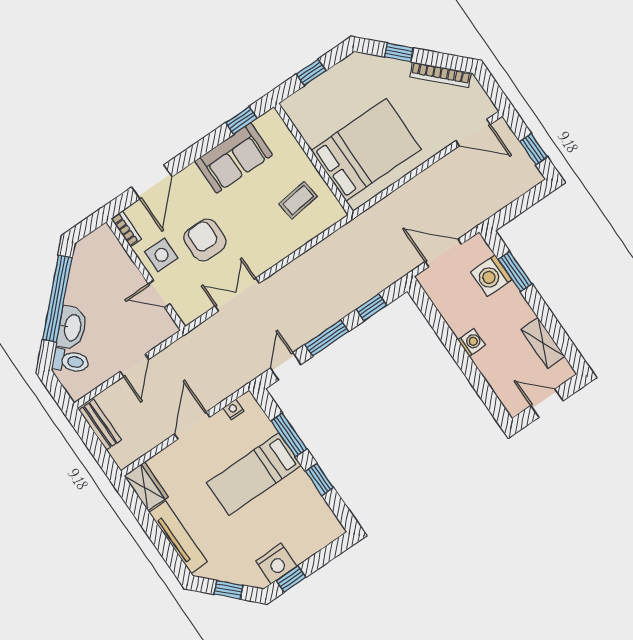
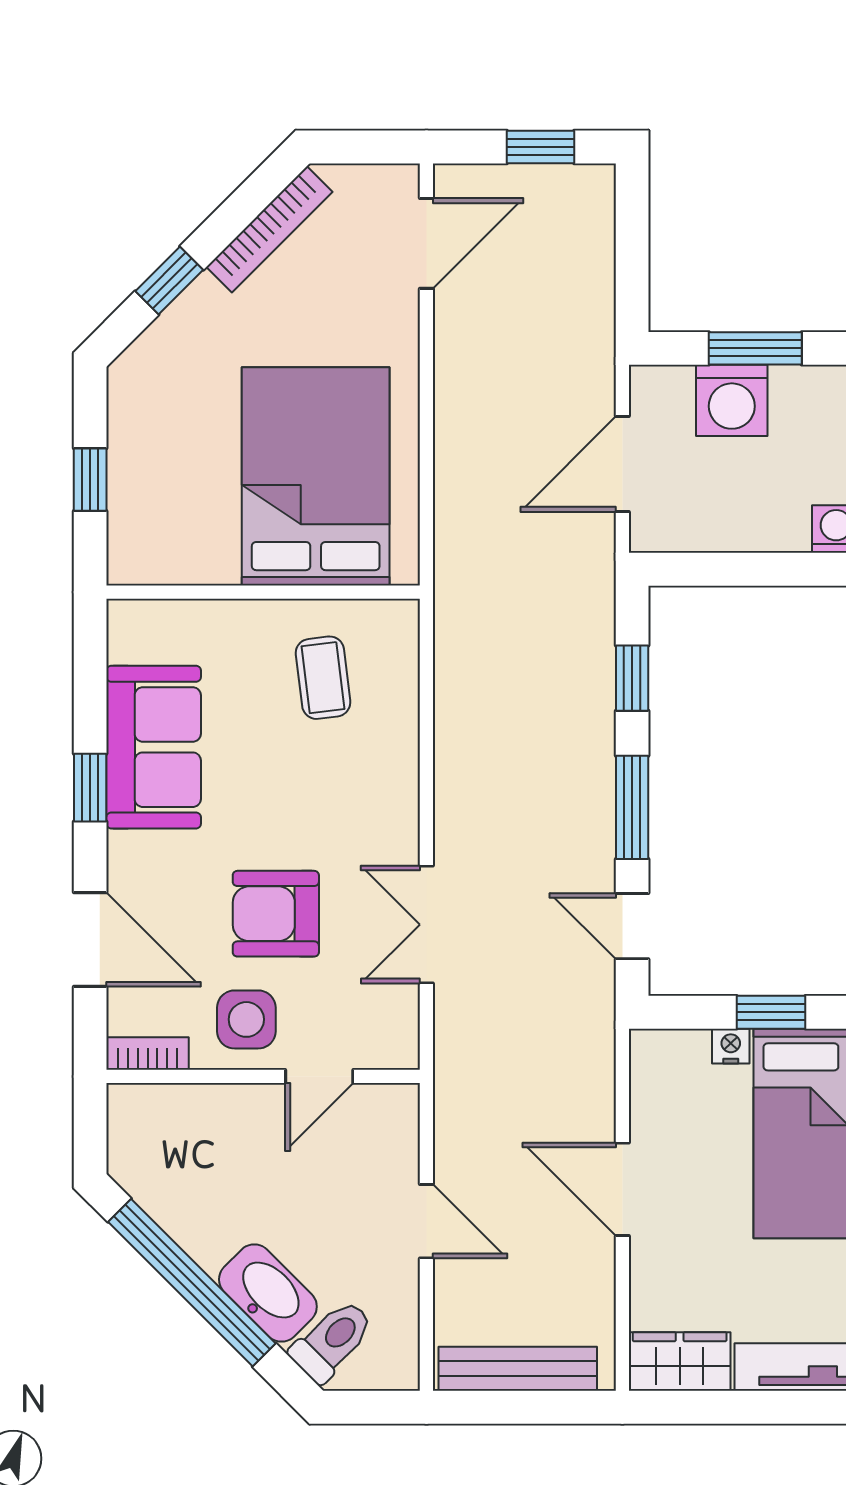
window: (241, 120) -> (90, 788), moved
nightstand: (234, 409) -> (731, 1046), moved, turned 90
bench: (100, 425) -> (518, 1369), width x1.36
window: (289, 435) -> (771, 1012), width x0.67

